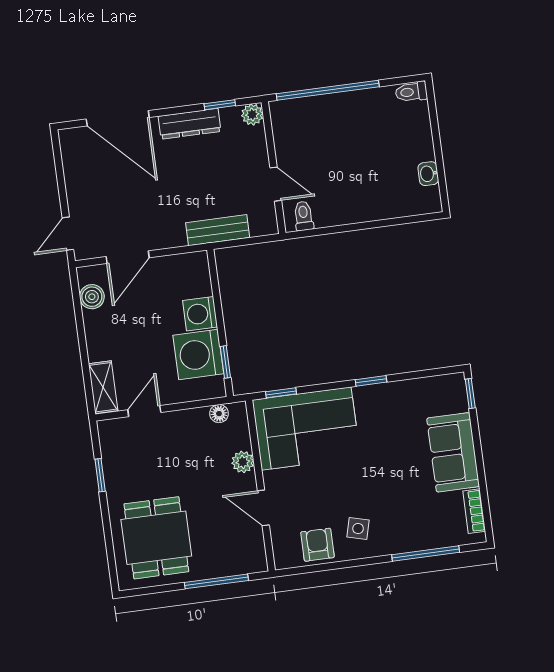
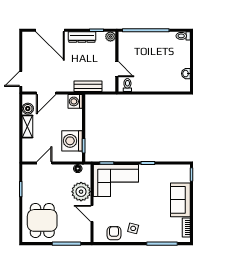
washing machine: (200, 314) -> (75, 101), moved
shelving: (103, 387) -> (27, 127), moved
plant: (243, 462) -> (81, 192), width x1.87, depth x1.87

